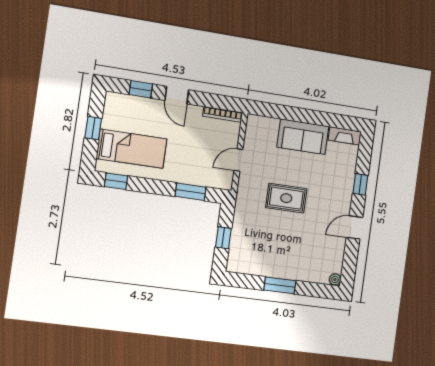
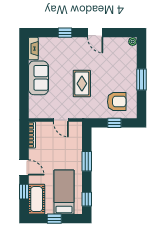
door: (177, 95) -> (24, 167), hinge flipped
cot: (127, 106) -> (37, 199), added
window: (191, 192) -> (87, 161), moved
armchair: (254, 245) -> (117, 102), added

